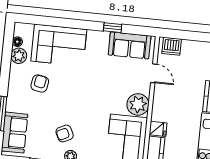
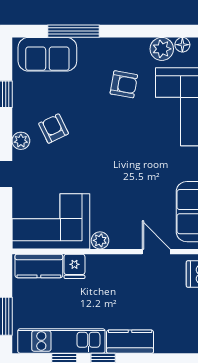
door: (154, 73) -> (156, 252), swing flipped
plant: (138, 104) -> (100, 240), width x0.53, depth x0.53

